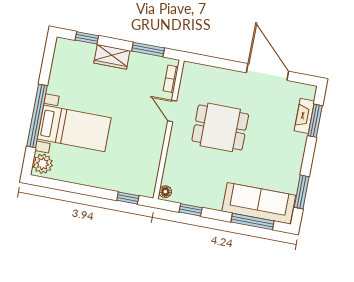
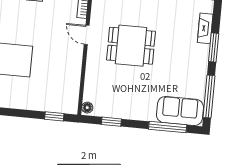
window: (315, 121) -> (214, 47), moved
window: (302, 192) -> (209, 97), width x1.44
sofa: (259, 203) -> (180, 111), width x0.73

